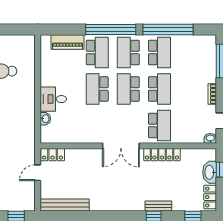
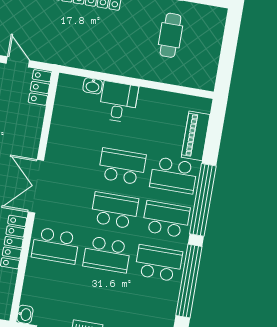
school desk: (159, 53) -> (159, 263), turned 180

